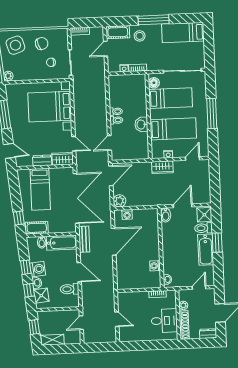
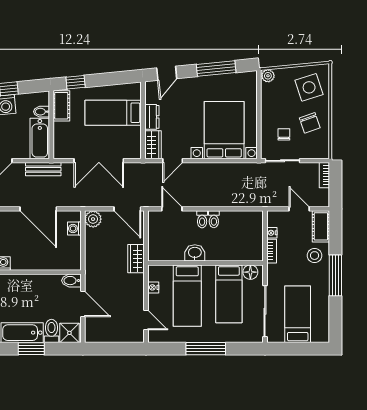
bed: (183, 33) -> (298, 314), moved
wardrobe: (162, 167) -> (136, 259), moved
double door: (76, 198) -> (99, 161), width x0.73

